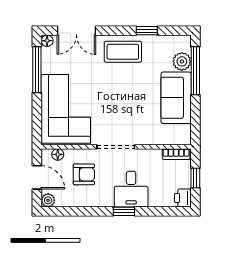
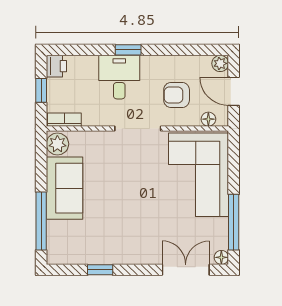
coffee table: (123, 52) -> (129, 244), removed
plant: (182, 61) -> (57, 144), moved

